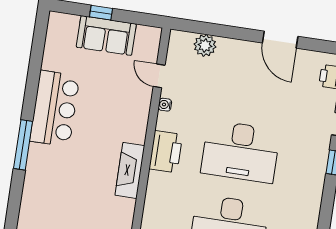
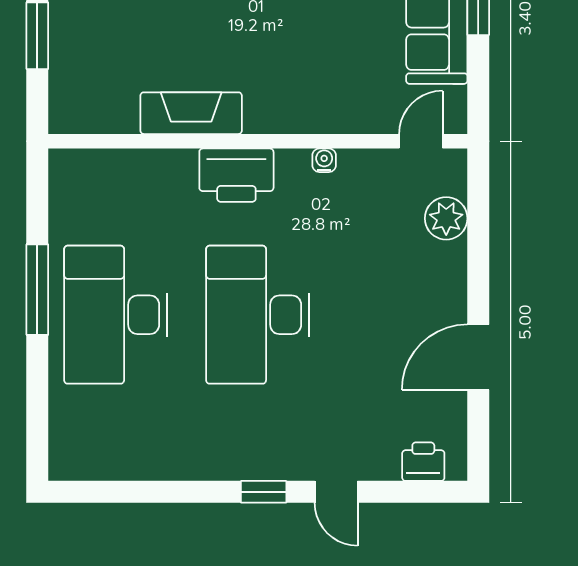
door: (159, 76) -> (421, 141), moved

